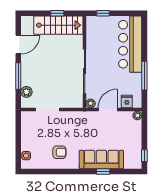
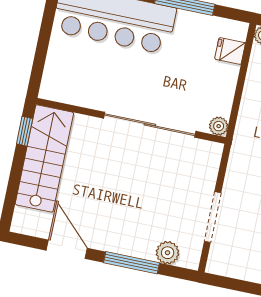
window: (57, 13) -> (25, 131), moved
window: (103, 13) -> (39, 62), removed
door: (108, 110) -> (238, 94), removed

